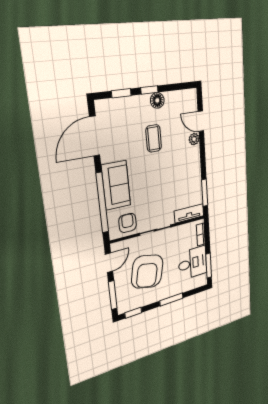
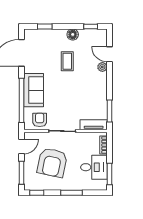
window: (149, 90) -> (91, 27), moved

